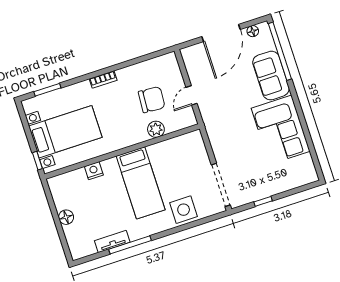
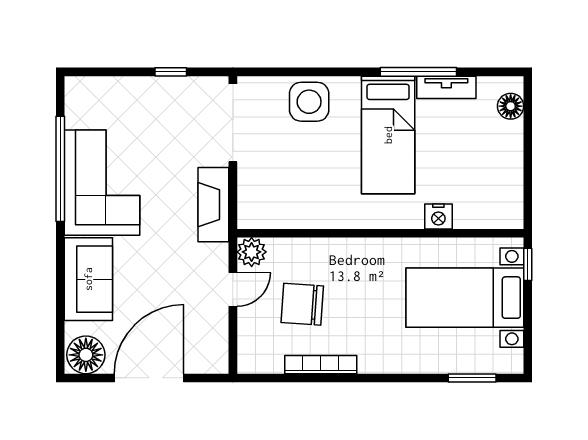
floor lamp: (253, 31) -> (86, 355), width x1.89, depth x1.89
window: (280, 51) -> (60, 169), moved
bookcase: (103, 80) -> (321, 365), moved, width x1.56
plant: (156, 129) -> (252, 252), moved
fireplace: (217, 137) -> (213, 205), added
bed: (141, 183) -> (388, 135), moved, turned 180
floor lamp: (66, 217) -> (511, 106), moved

